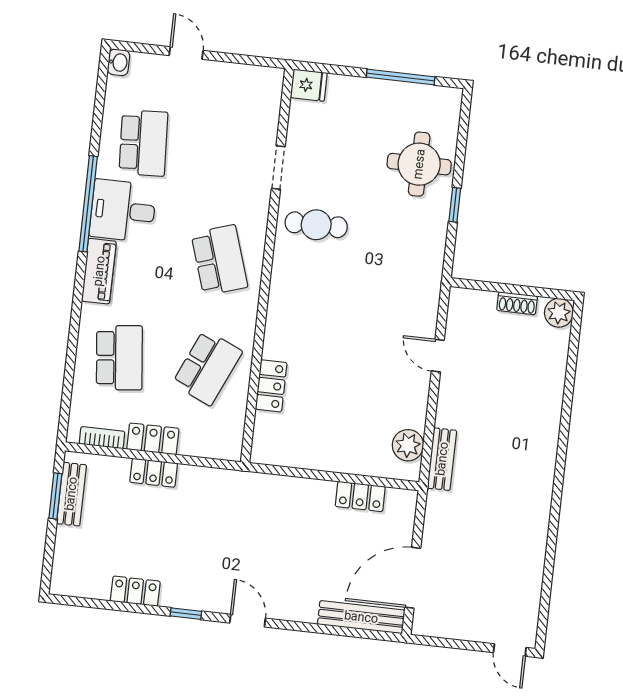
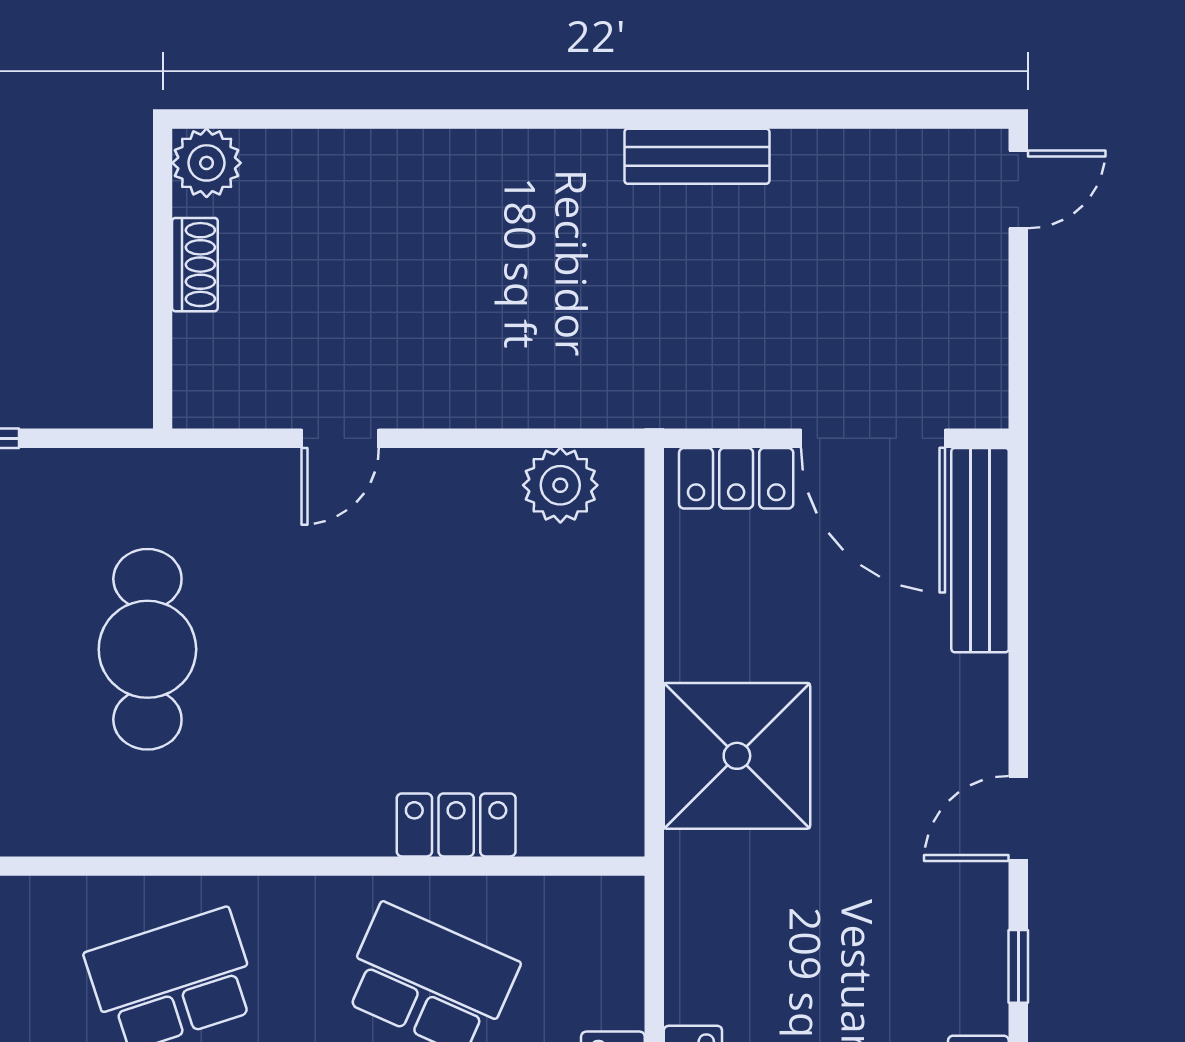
cafe table: (316, 225) -> (147, 649), moved, width x1.37, depth x1.35
bench: (442, 459) -> (697, 156), moved
locker: (360, 496) -> (736, 478), moved, turned 90
shower: (287, 506) -> (737, 756), added

